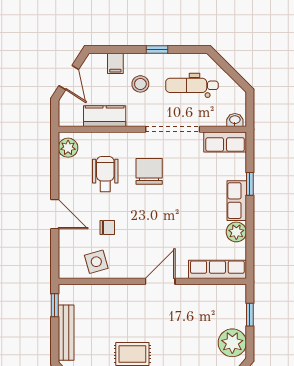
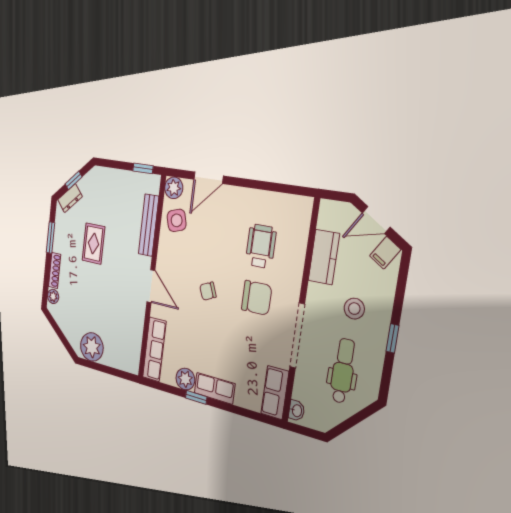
filing cabinet: (115, 63) -> (385, 253), moved, turned -57
plant: (68, 148) -> (174, 188), moved
wheelchair: (105, 174) -> (261, 246), turned -90
window: (250, 184) -> (196, 397), moved
door: (55, 214) -> (208, 178), moved
chair: (107, 227) -> (208, 291), moved, turned 67
window: (250, 315) -> (112, 371), removed
bench: (66, 333) -> (149, 225), moved, turned 90

